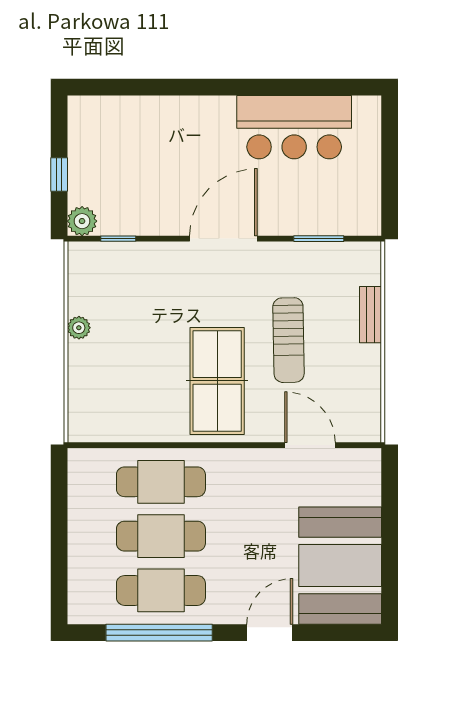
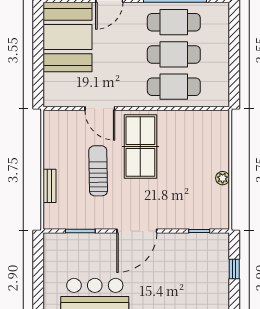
plant: (82, 221) -> (221, 241), removed
door: (310, 445) -> (100, 108), moved

